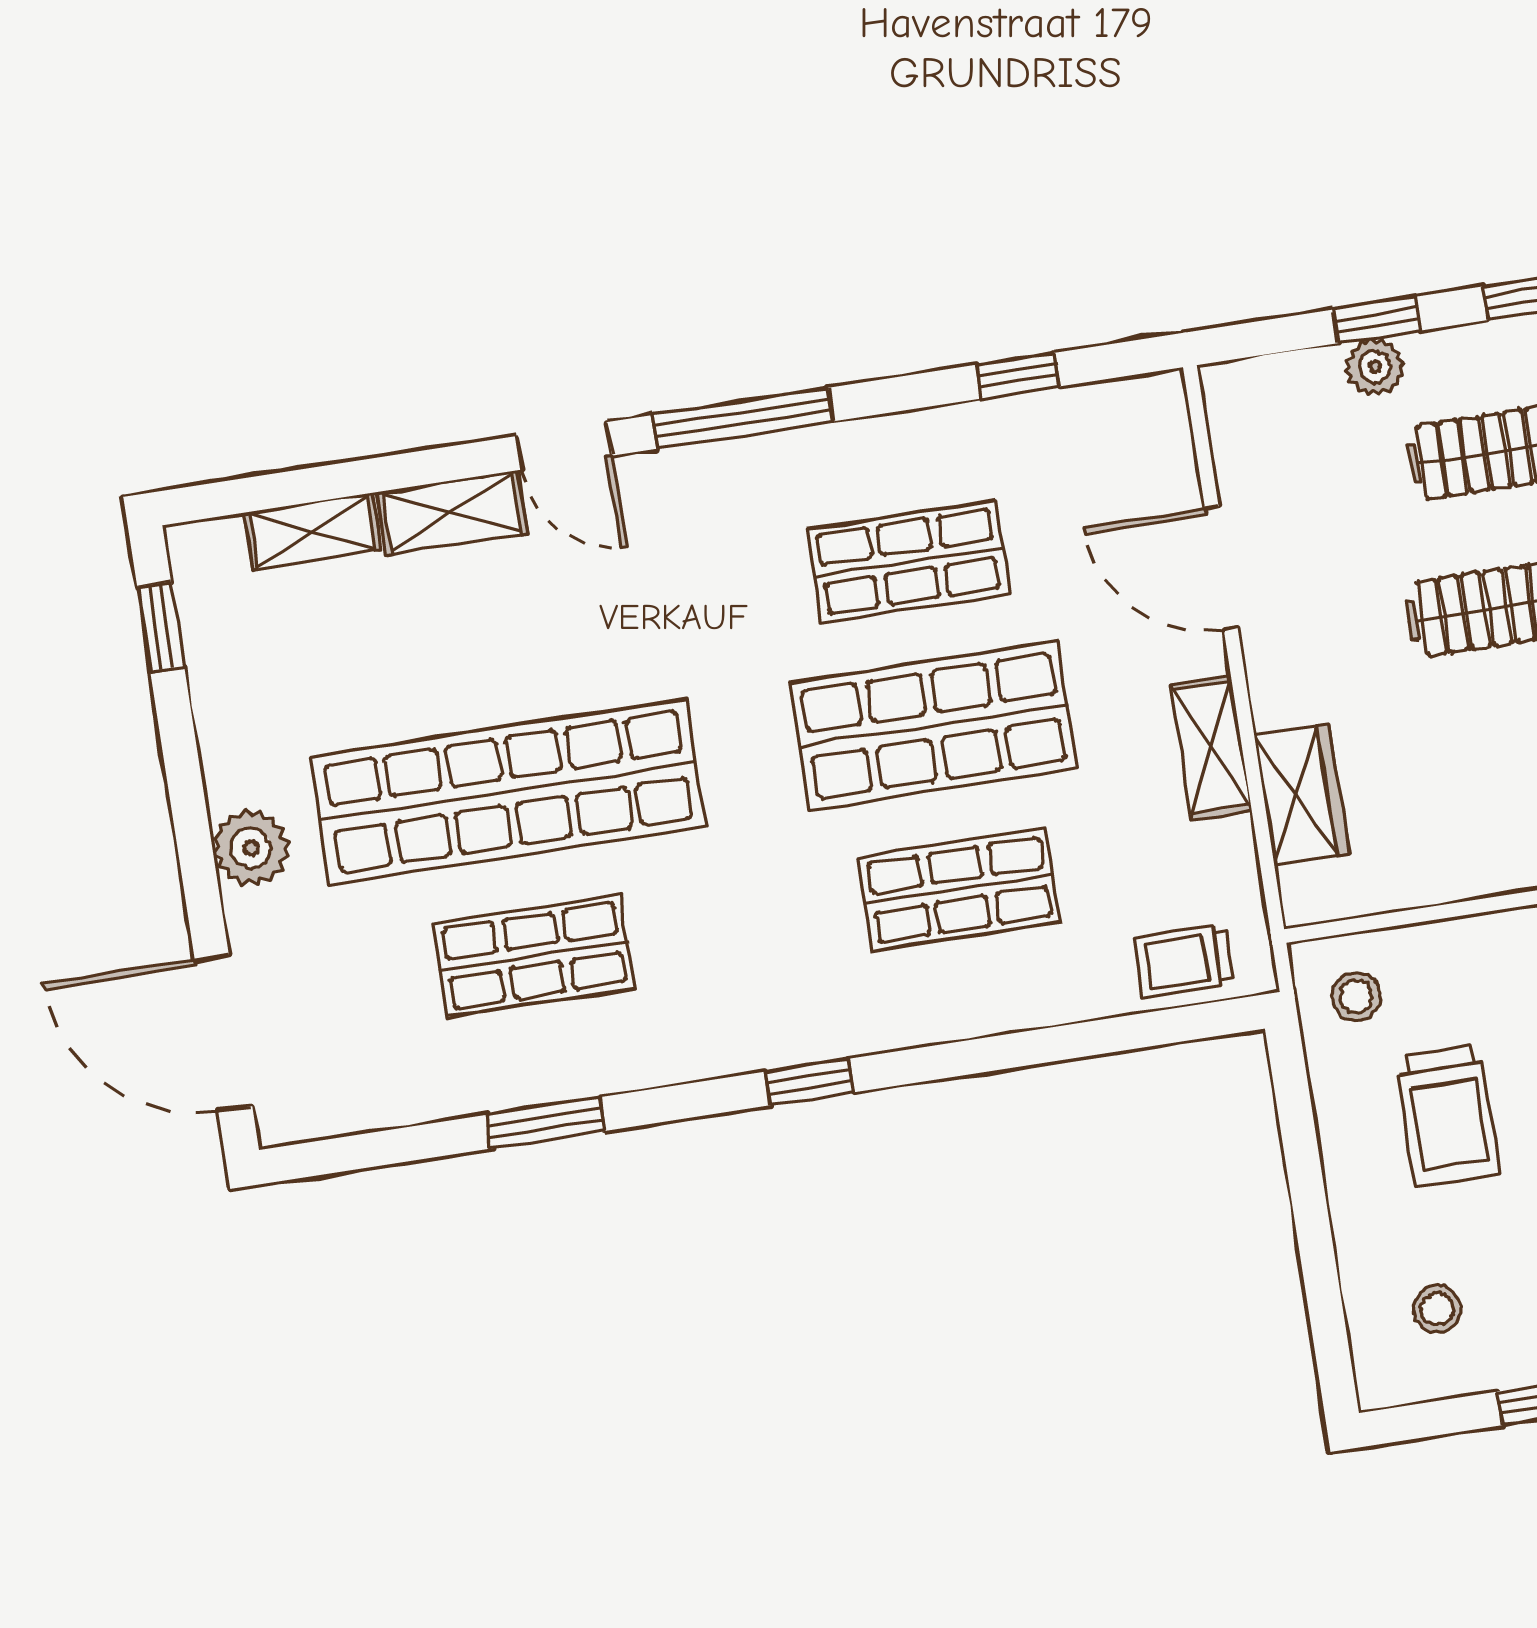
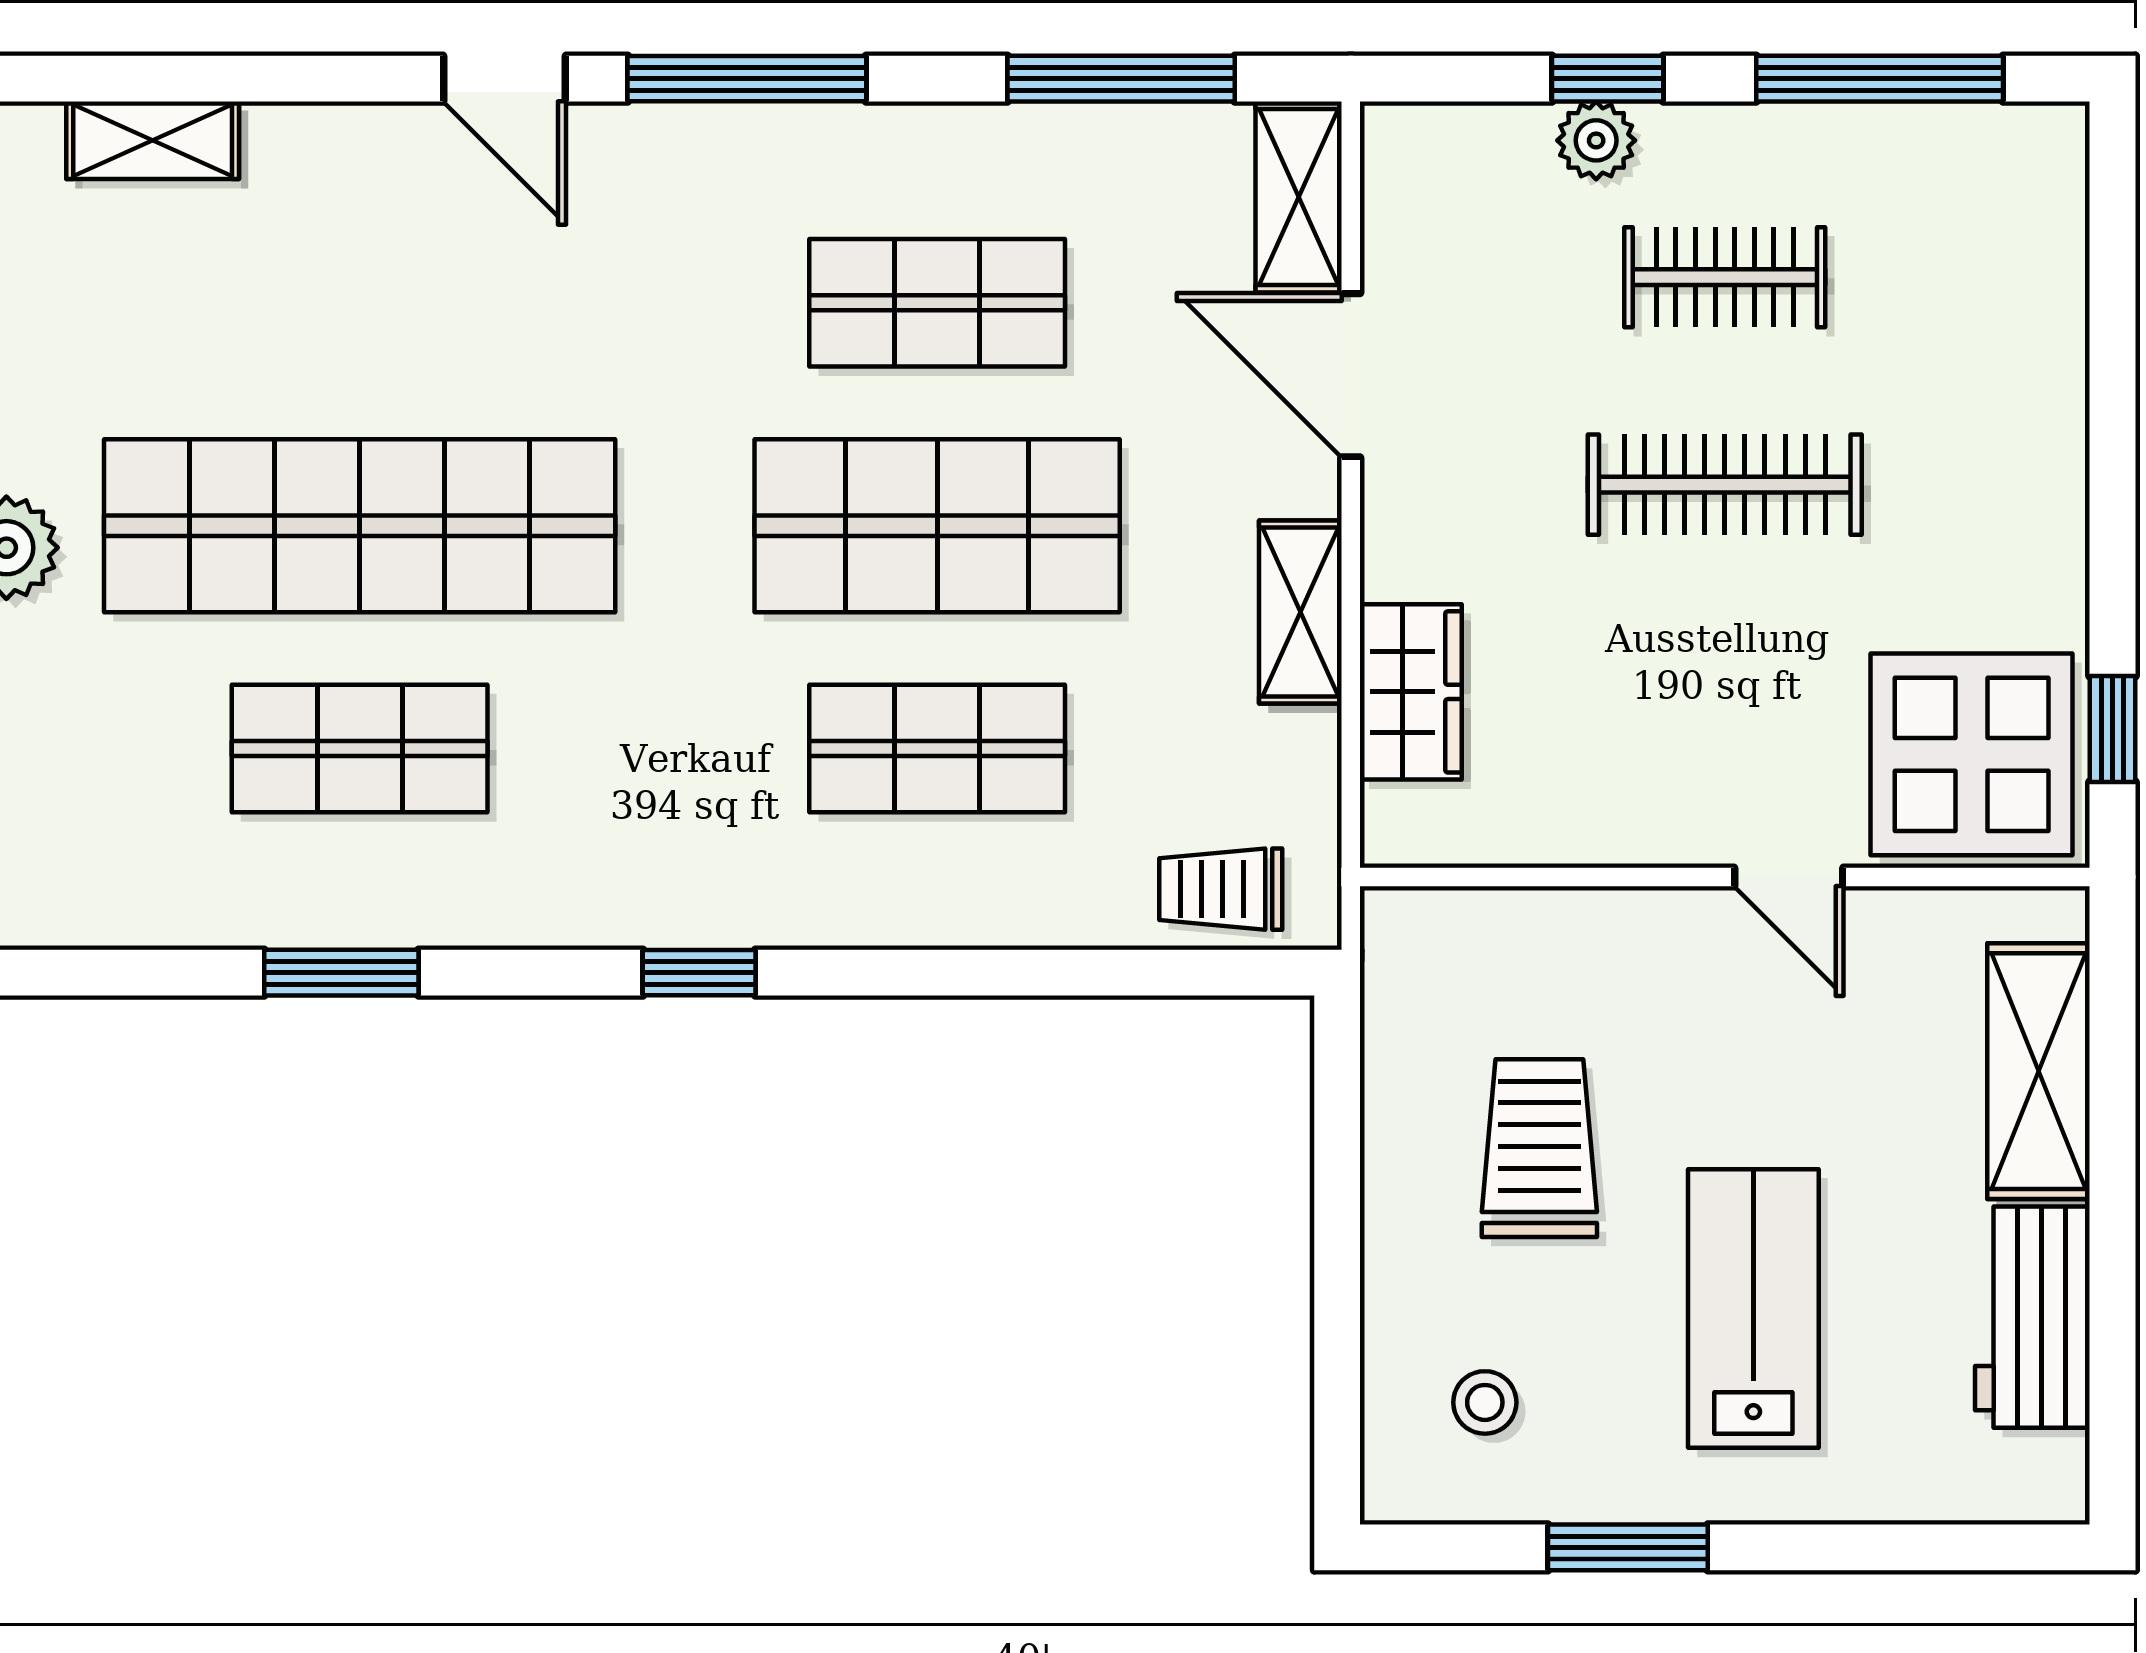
window: (1018, 376) -> (1121, 79), width x2.17
shelving: (452, 513) -> (1299, 197), moved, turned 90
stool: (1356, 996) -> (1442, 971), removed
trolley: (1448, 1115) -> (1539, 1148), turned 180

